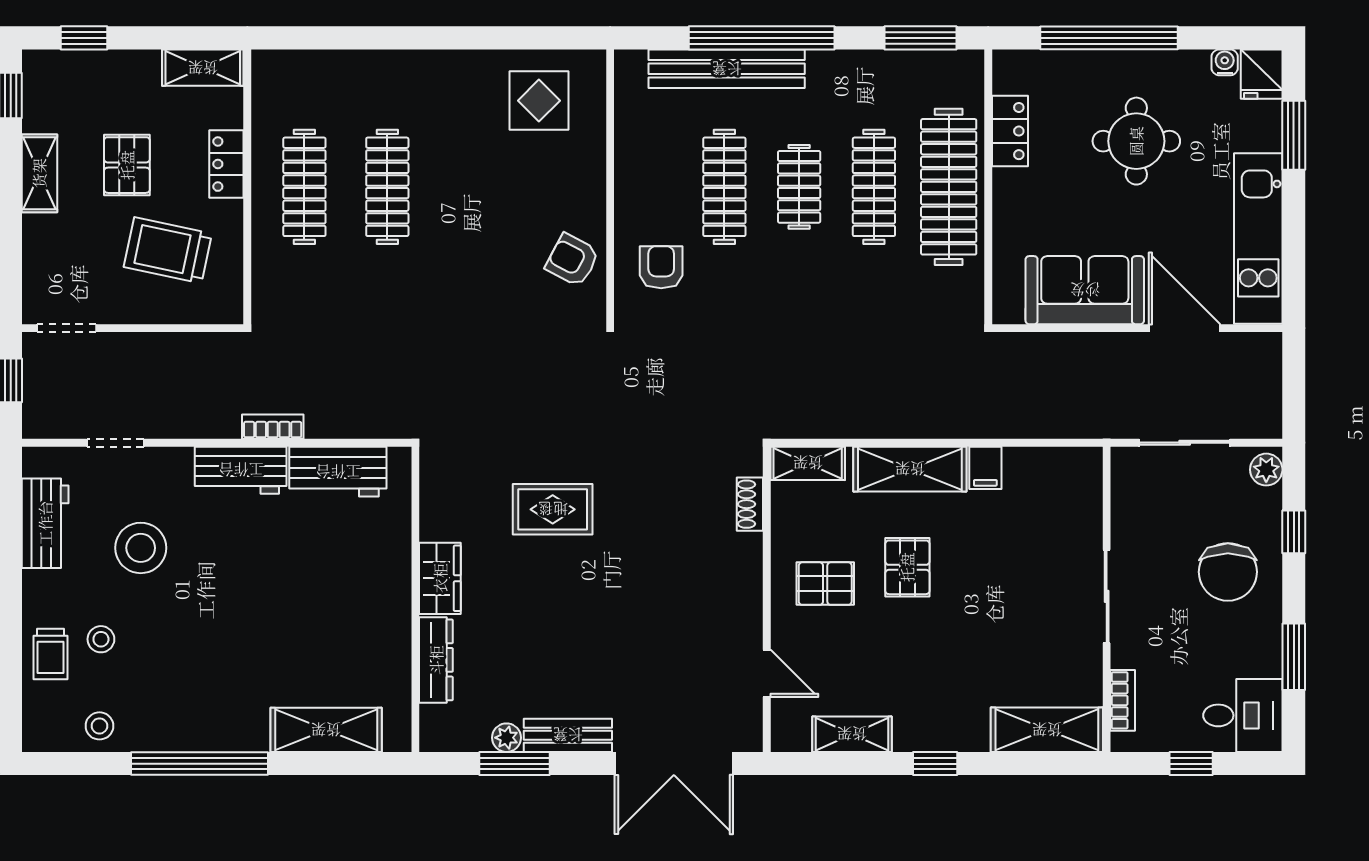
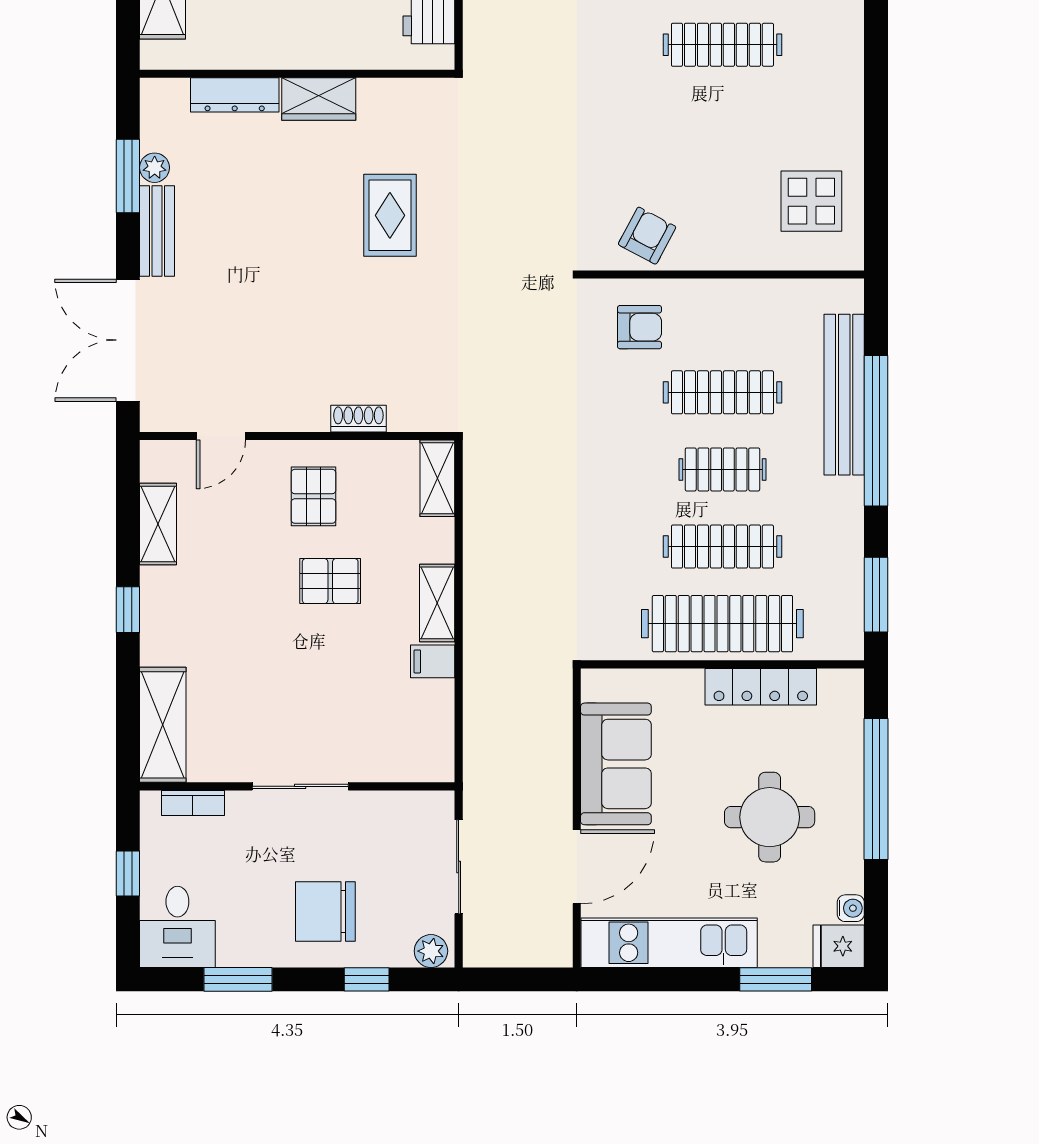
locker: (1010, 131) -> (761, 687), width x1.53
shelving: (910, 469) -> (437, 603), width x0.67, depth x0.75
shoe rack: (750, 504) -> (358, 419), moved

